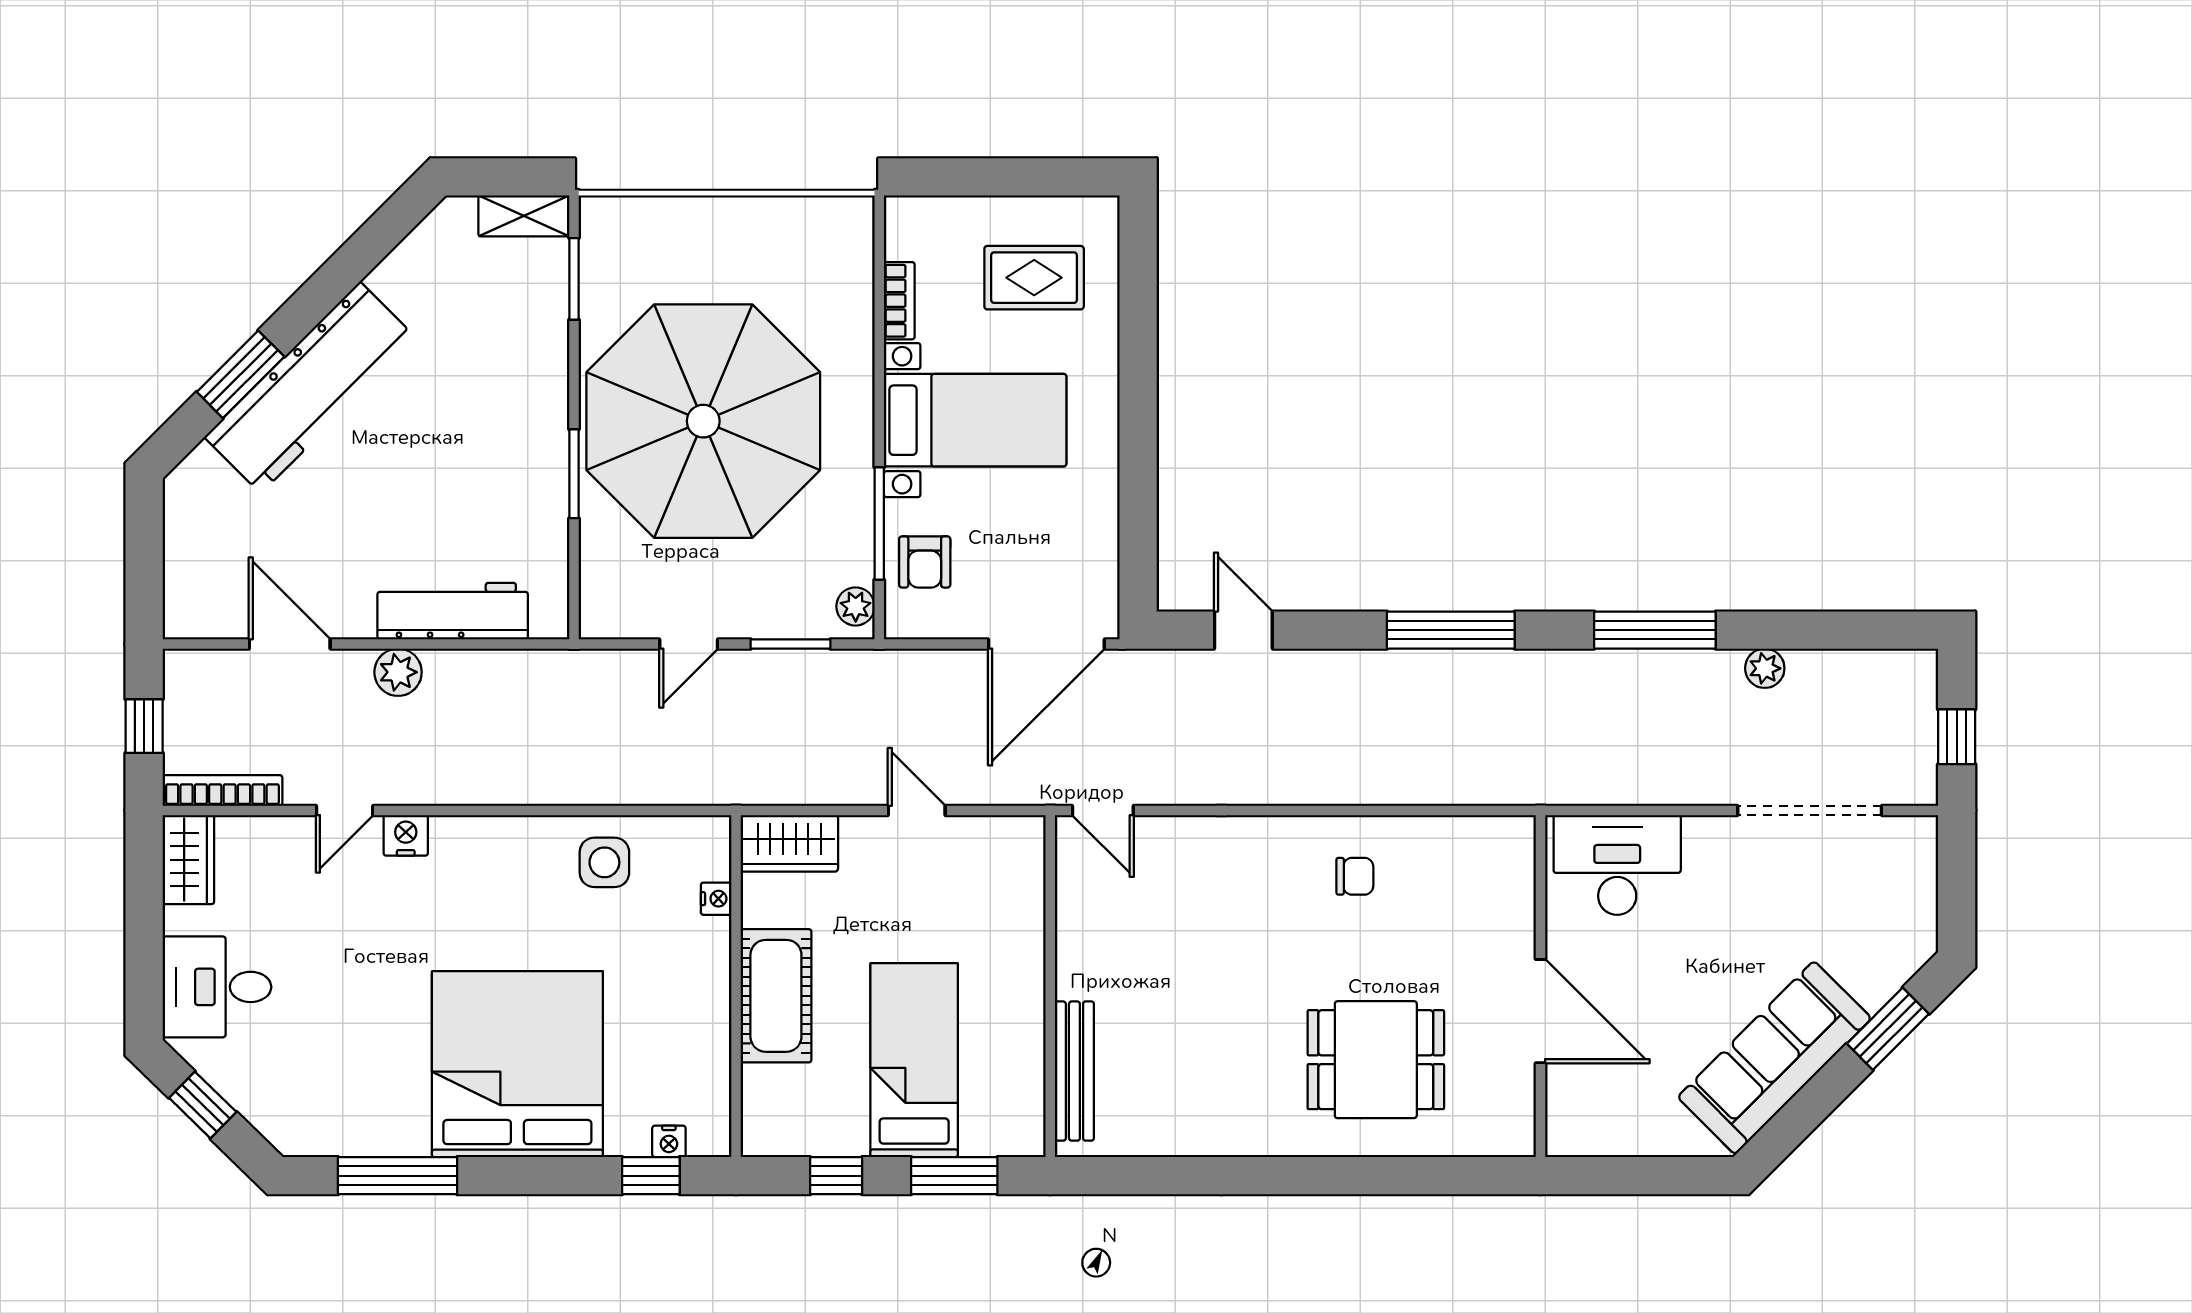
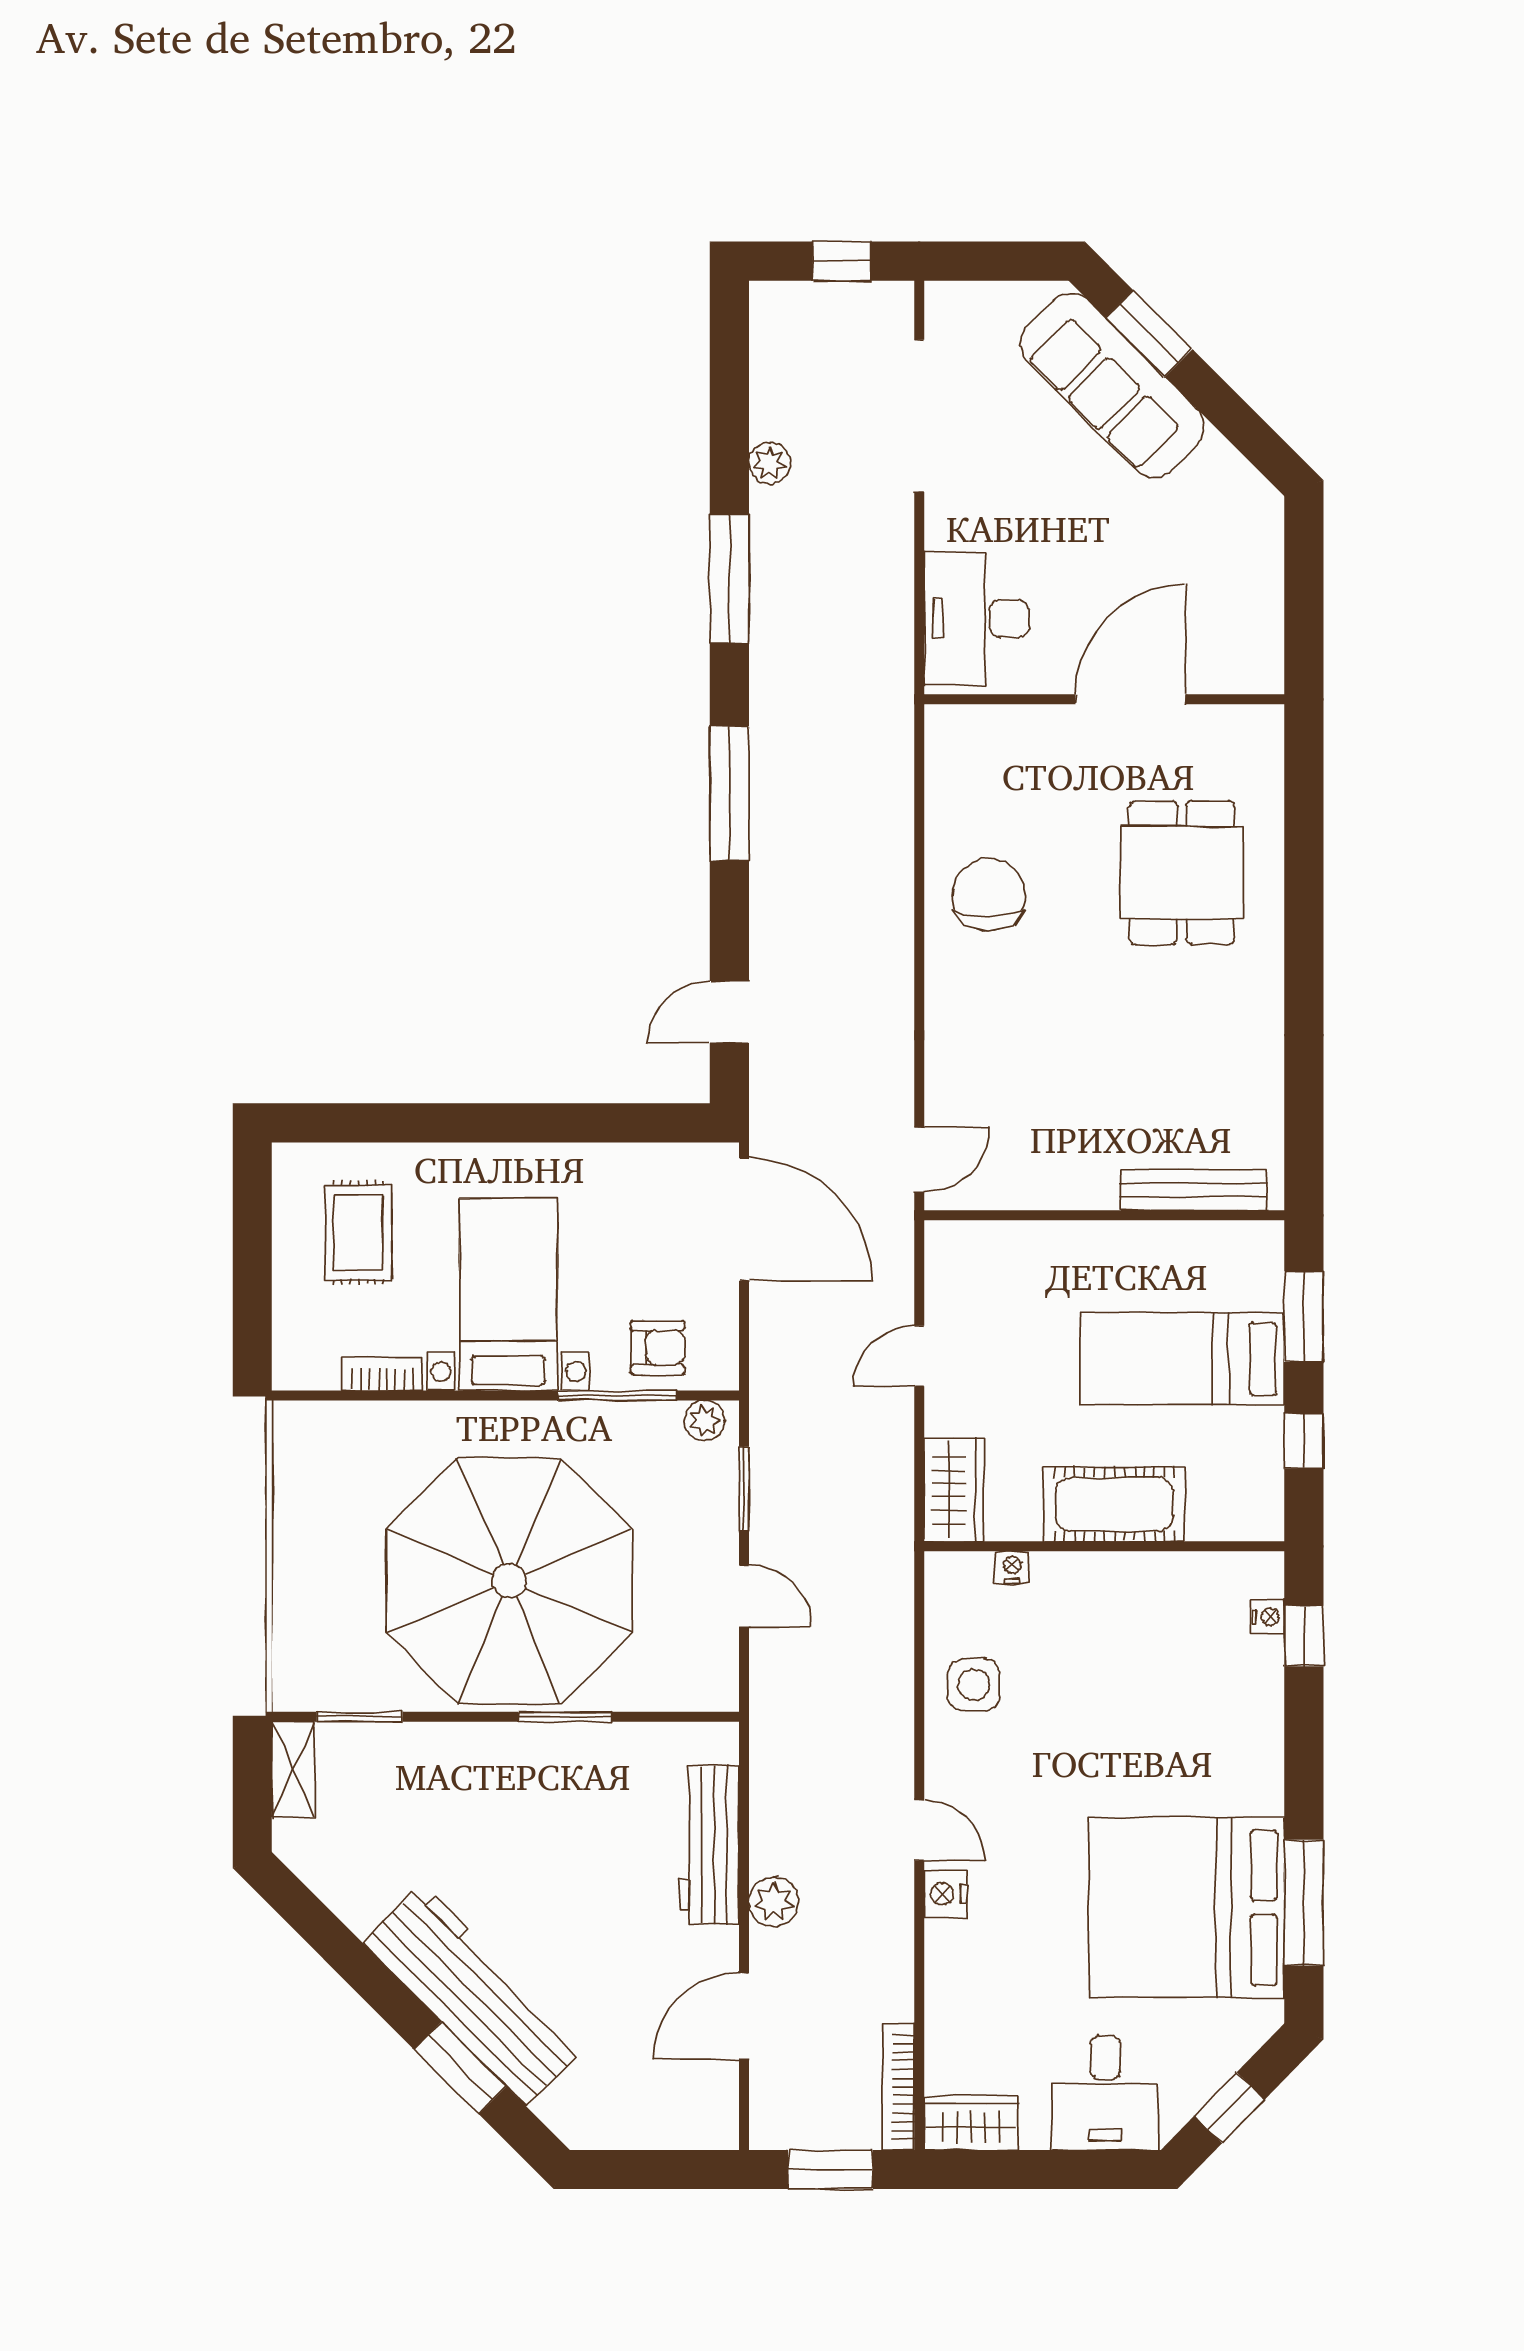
window: (144, 726) -> (831, 2169), width x1.50
door: (345, 810) -> (919, 1830), moved
chair: (1355, 876) -> (989, 895), width x1.87, depth x1.87
sofa: (1775, 1058) -> (1112, 385), moved
bed: (517, 1064) -> (1186, 1908), moved

